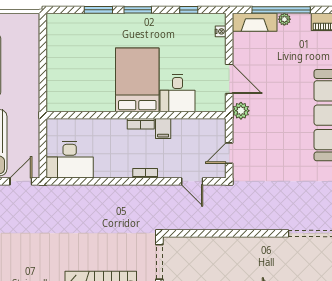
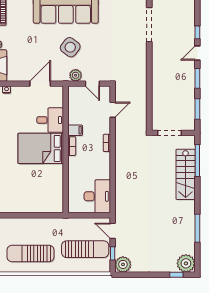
plant: (241, 111) -> (76, 75), moved
side table: (280, 122) -> (70, 47), added

